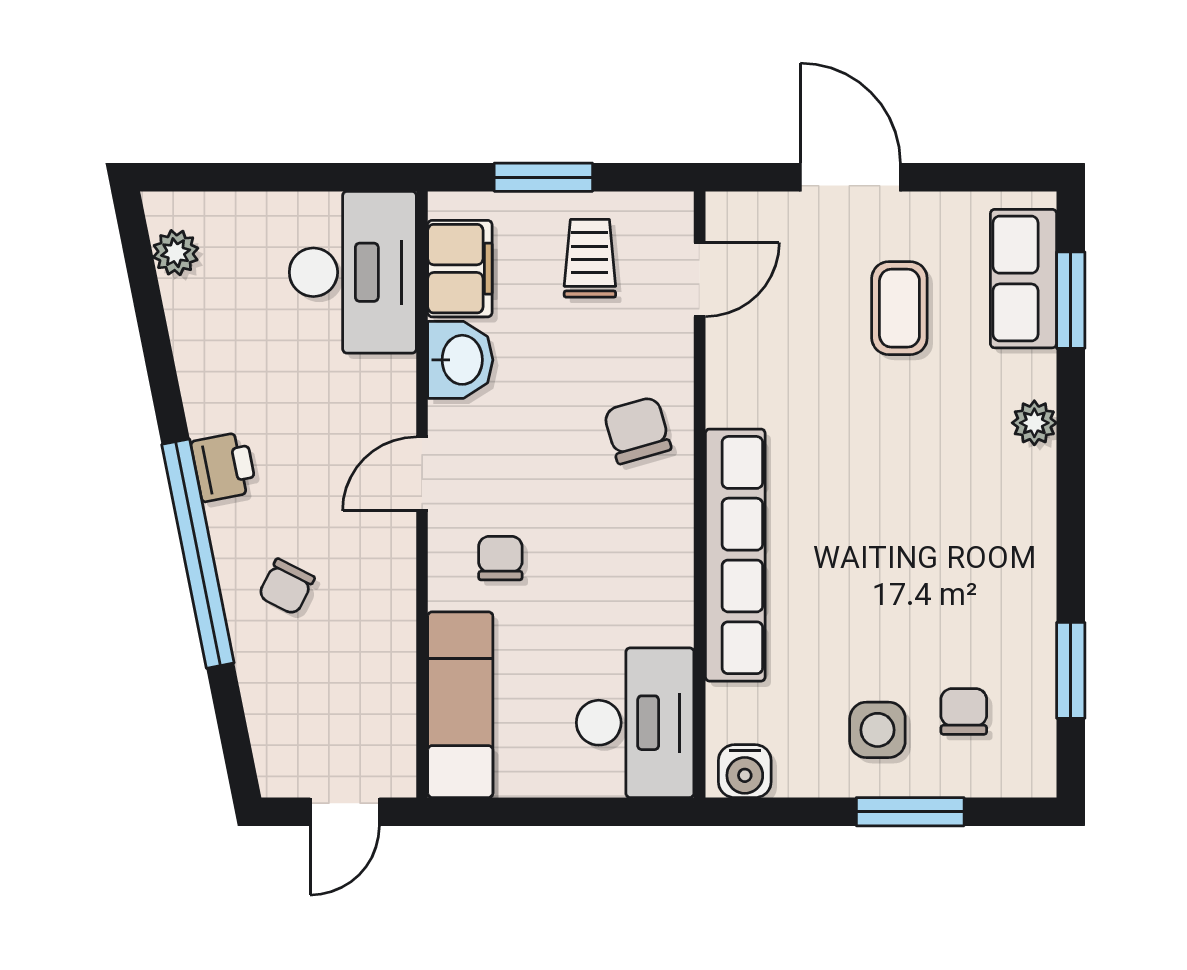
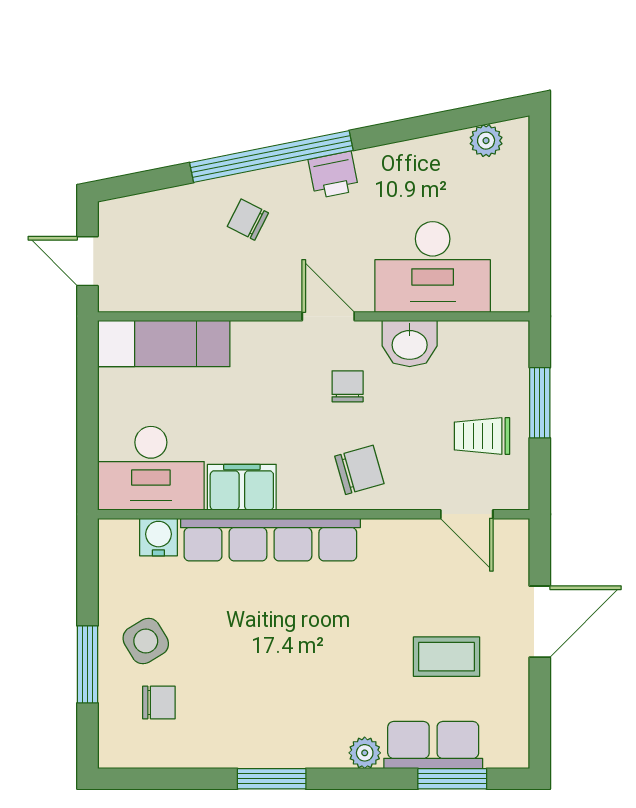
trolley: (590, 258) -> (482, 436), turned 180
filing cabinet: (460, 269) -> (242, 487), moved, turned 180
desk: (353, 272) -> (433, 267), moved
row of seats: (1023, 279) -> (433, 745), moved
chair: (500, 558) -> (348, 386), moved, turned -90
window: (1071, 670) -> (272, 779), moved
side table: (877, 730) -> (146, 641), turned -31
water cooler: (745, 771) -> (158, 537), moved, turned 90

